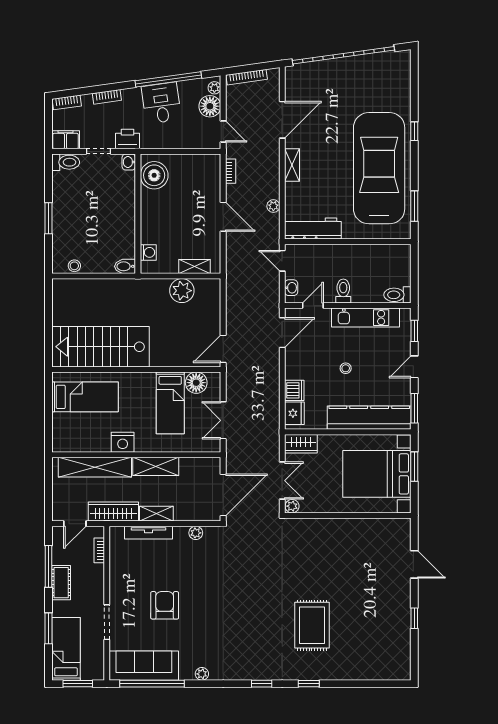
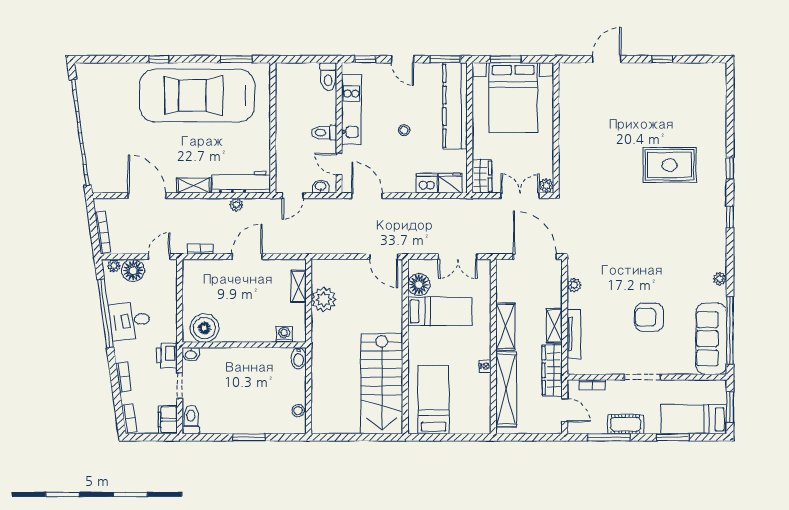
workbench: (313, 228) -> (241, 182), moved, turned 90
nightstand: (123, 442) -> (485, 366), width x0.53, depth x0.56
doorway: (107, 622) -> (643, 377), moved

